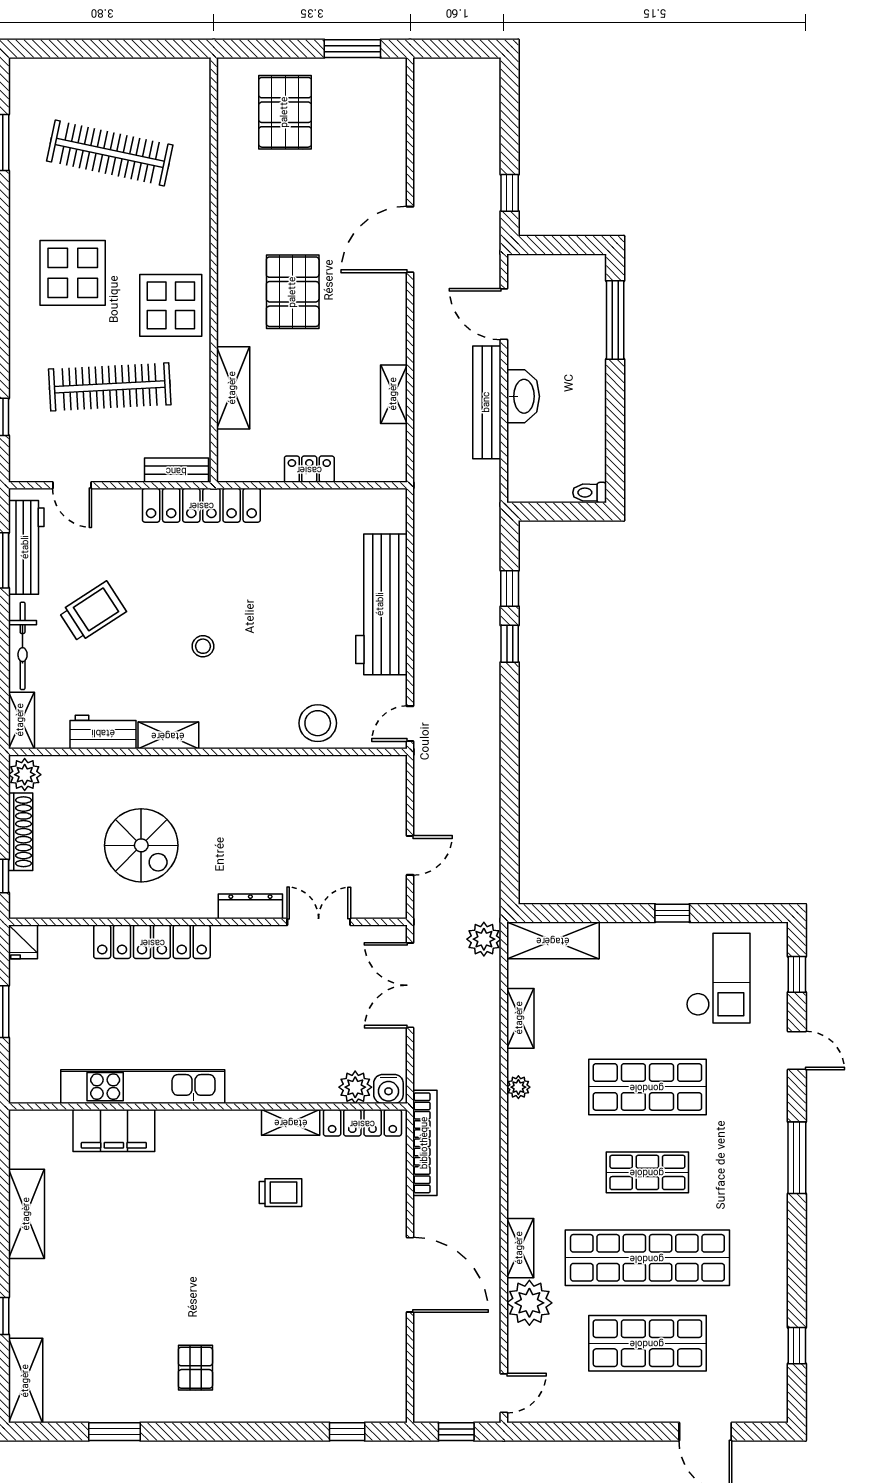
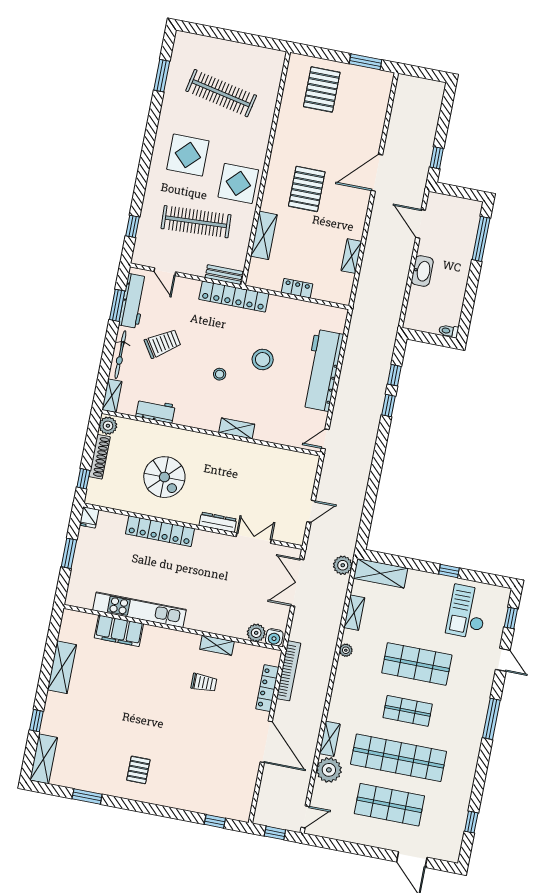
bench: (487, 402) -> (402, 270), removed
stool: (318, 723) -> (263, 359), moved
shelving: (168, 735) -> (237, 428), moved
checkout: (718, 978) -> (467, 612), turned 180
locker: (362, 1123) -> (267, 688), moved, turned 90

